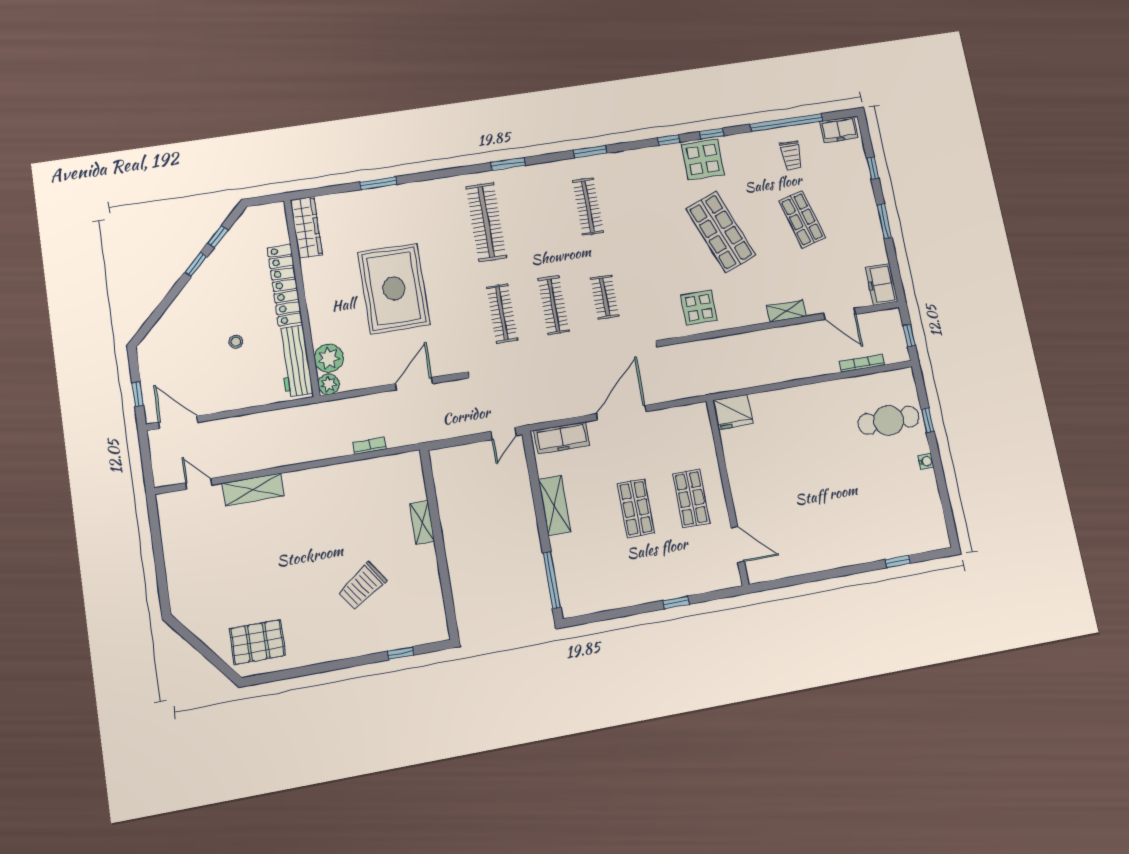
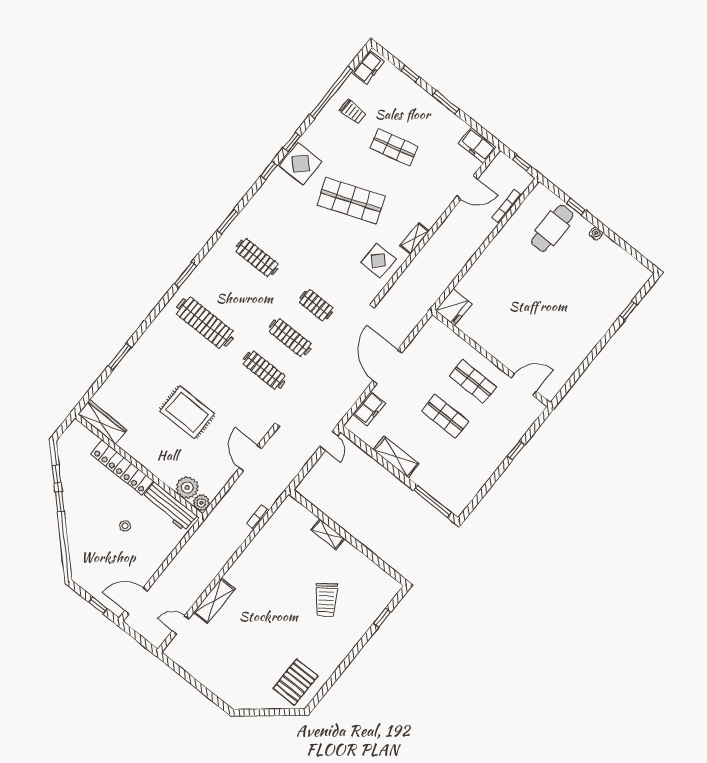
rug: (394, 288) -> (187, 412), width x0.73, depth x0.69
shelving: (786, 311) -> (415, 238), moved
freezer: (562, 438) -> (369, 409), width x0.71

